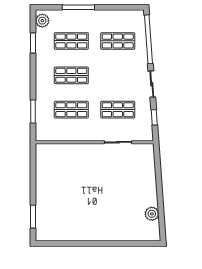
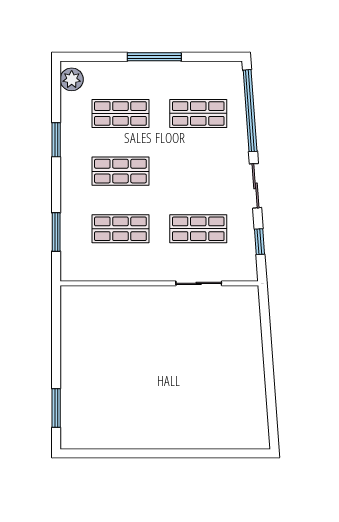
window: (78, 7) -> (154, 57), moved
window: (33, 43) -> (56, 140), moved
plant: (152, 214) -> (255, 403), removed

